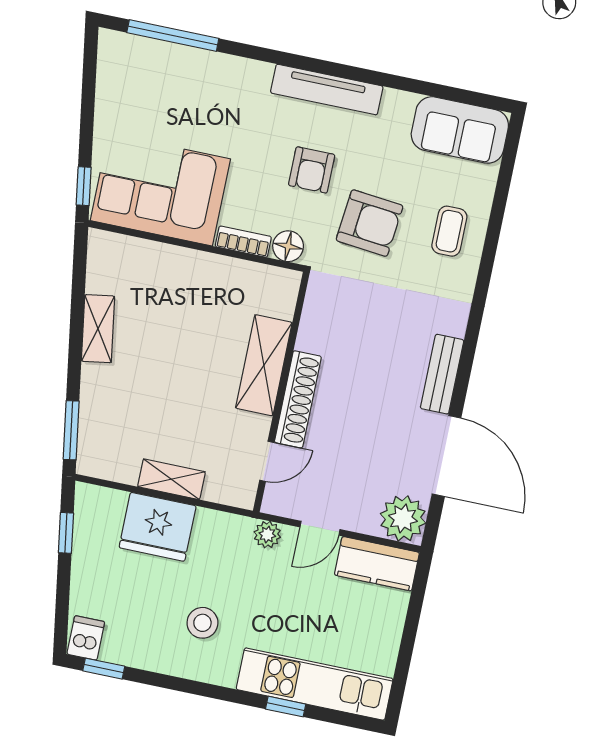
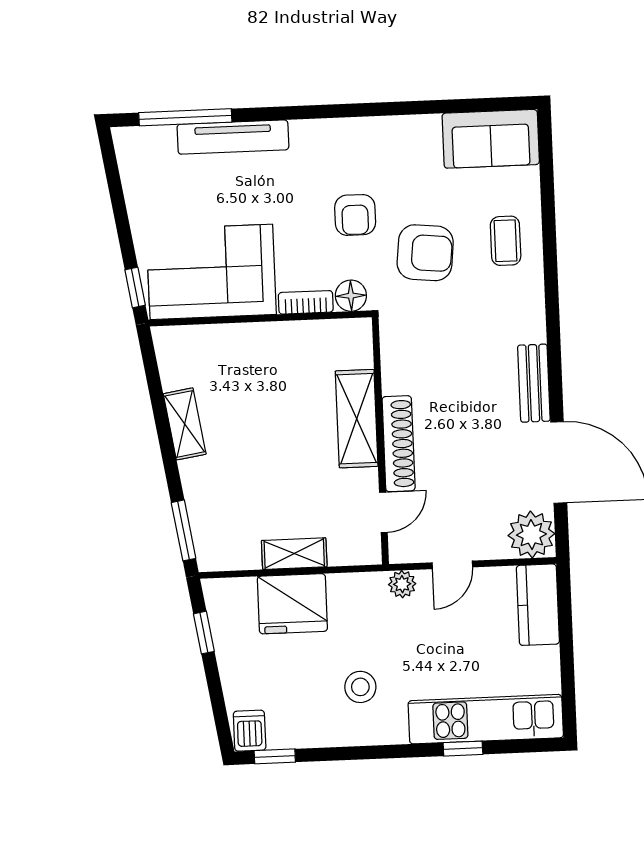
tv unit: (327, 90) -> (233, 137), moved
kitchen counter: (377, 564) -> (538, 605), moved, turned 90

